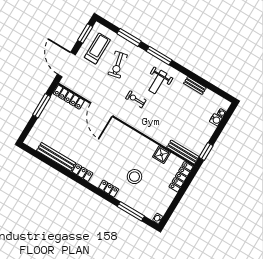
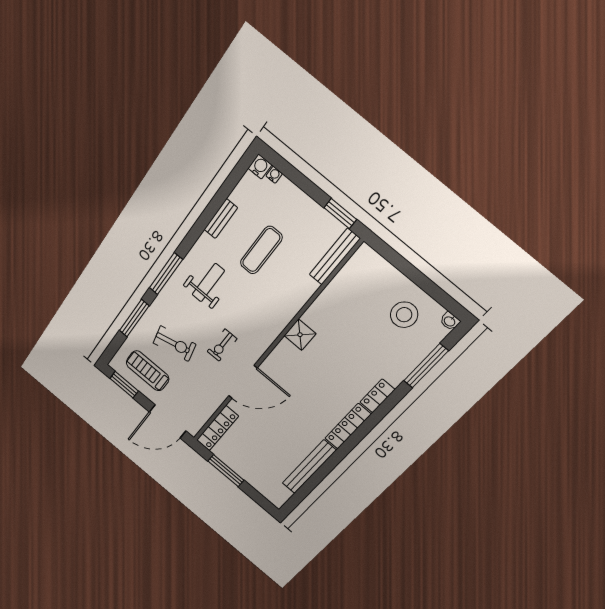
weight bench: (158, 82) -> (208, 283), turned -90
exercise bike: (136, 99) -> (222, 345), moved
exercise mat: (181, 111) -> (261, 250), added
water cooler: (216, 120) -> (260, 167), moved
shower: (161, 155) -> (300, 335), moved
locker: (82, 173) -> (348, 426), width x1.53
stool: (134, 177) -> (404, 315), moved
locker: (181, 177) -> (380, 267), removed

